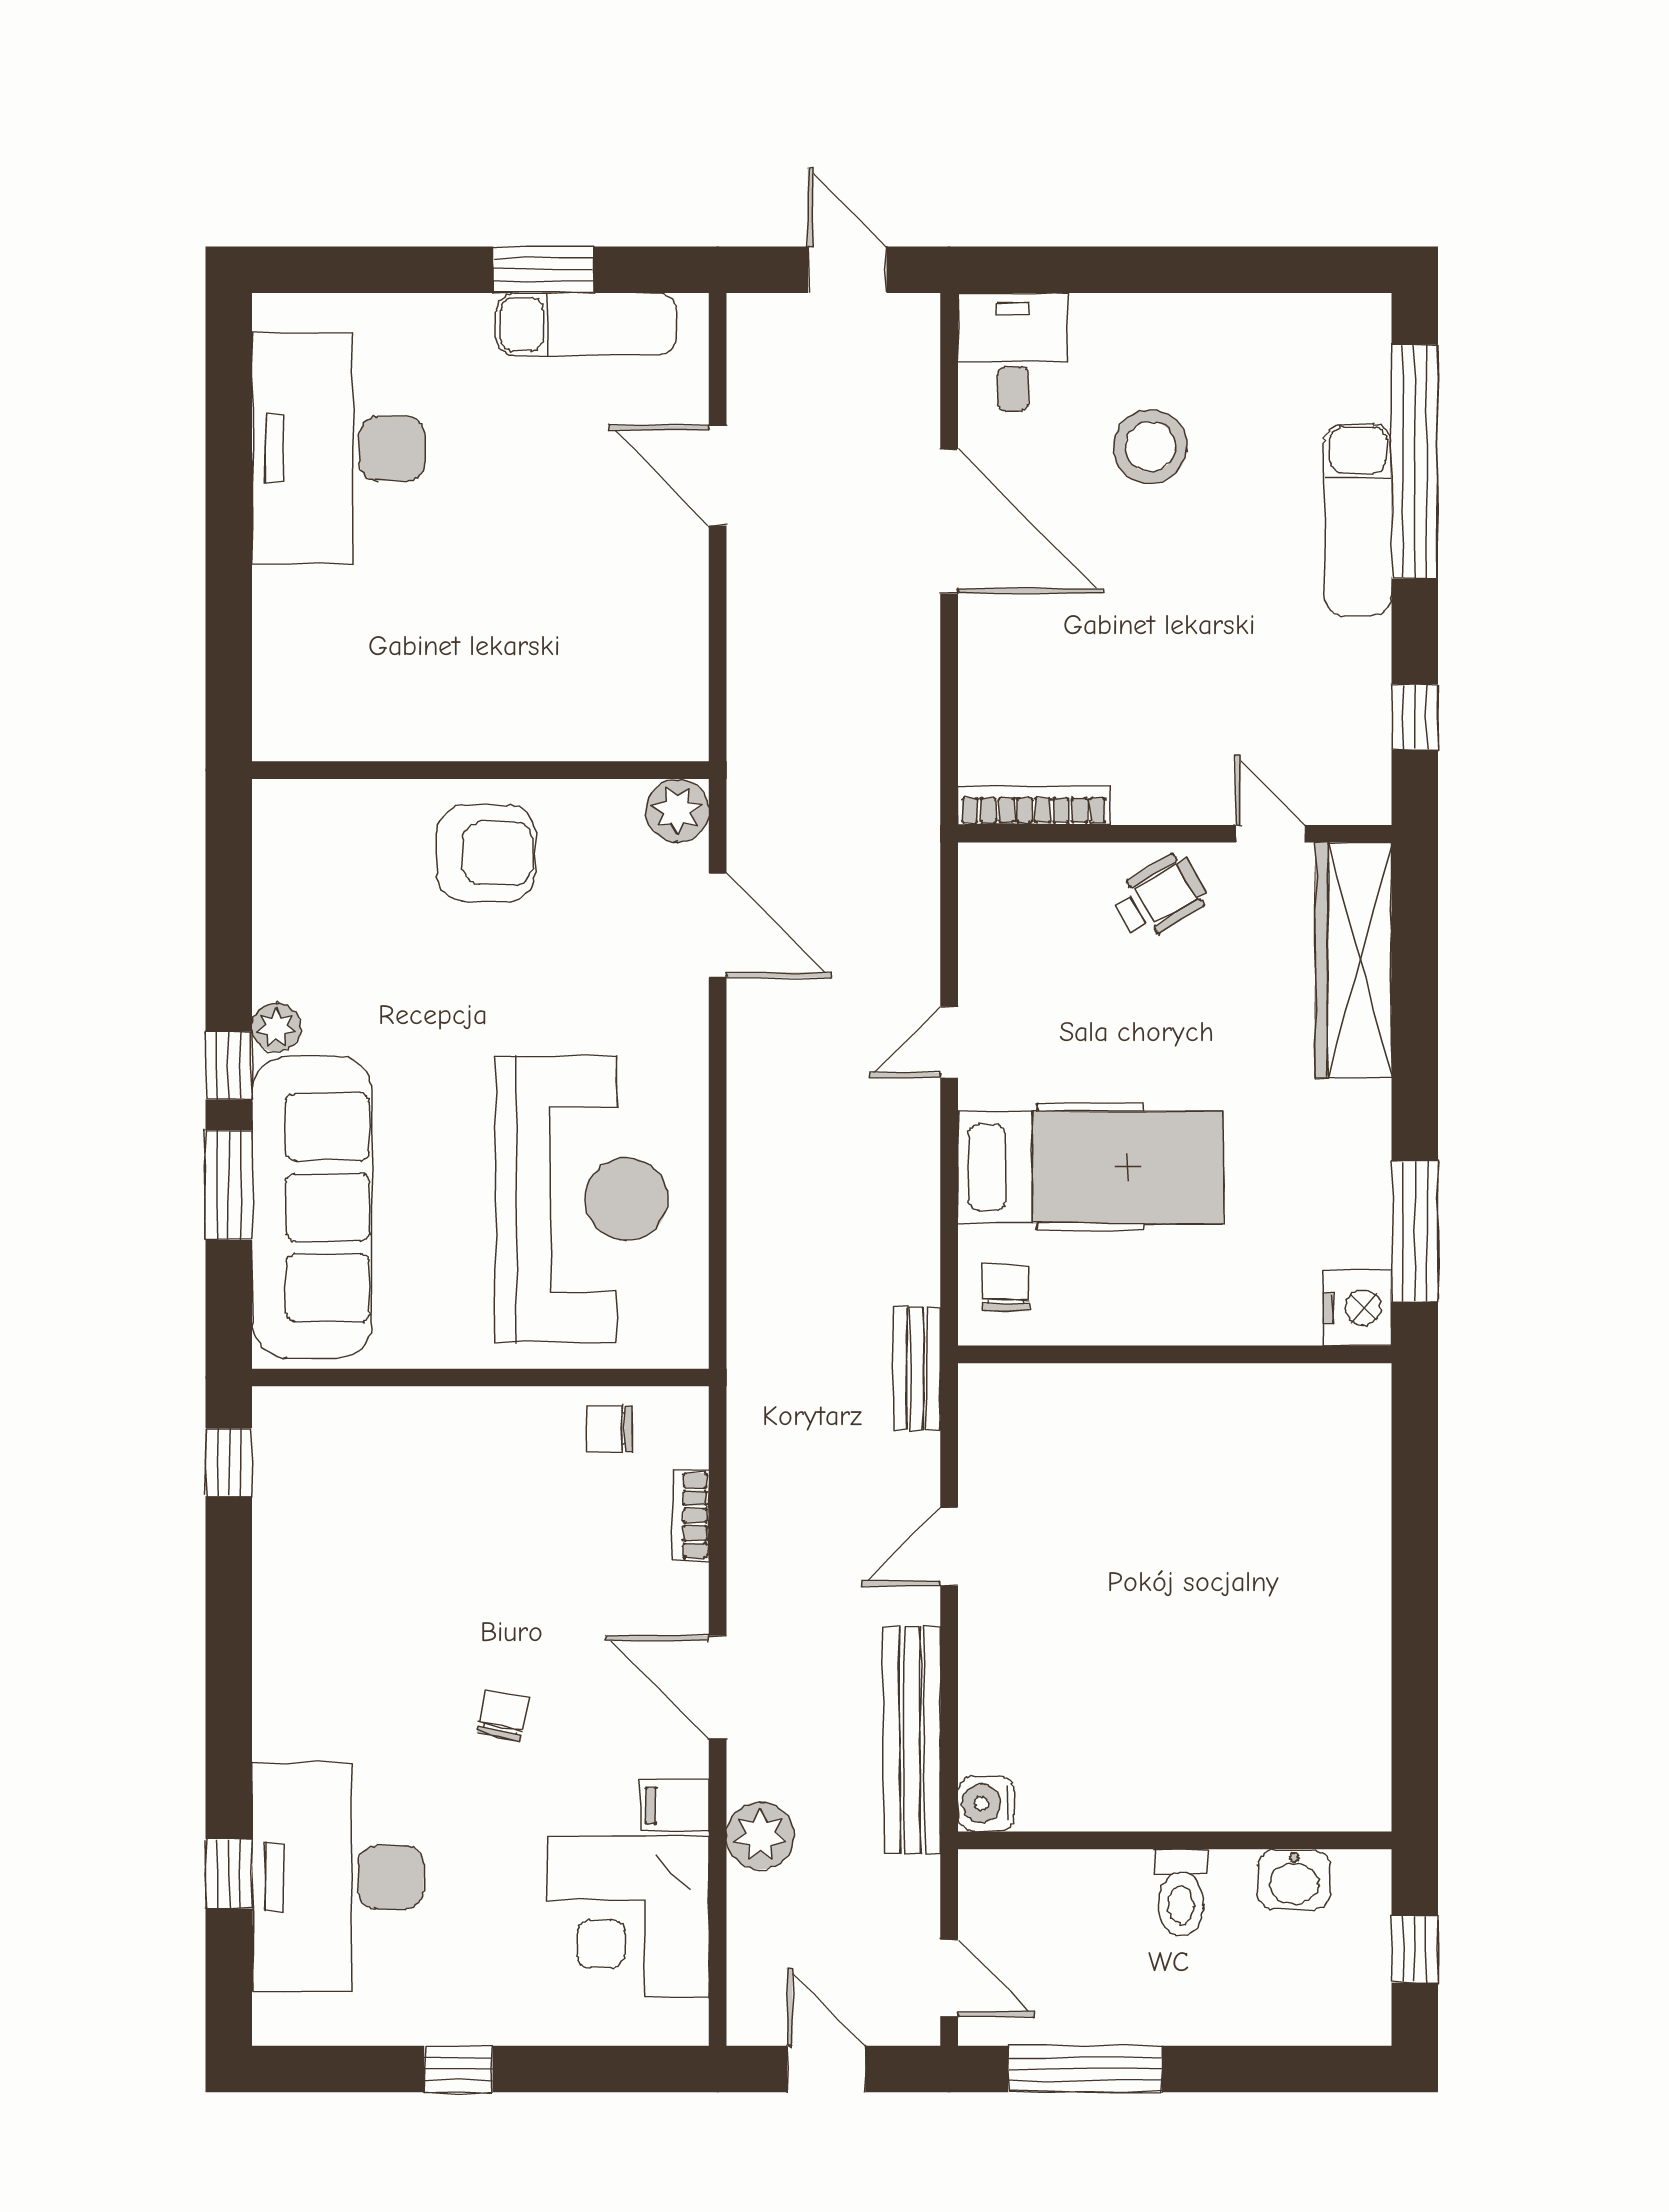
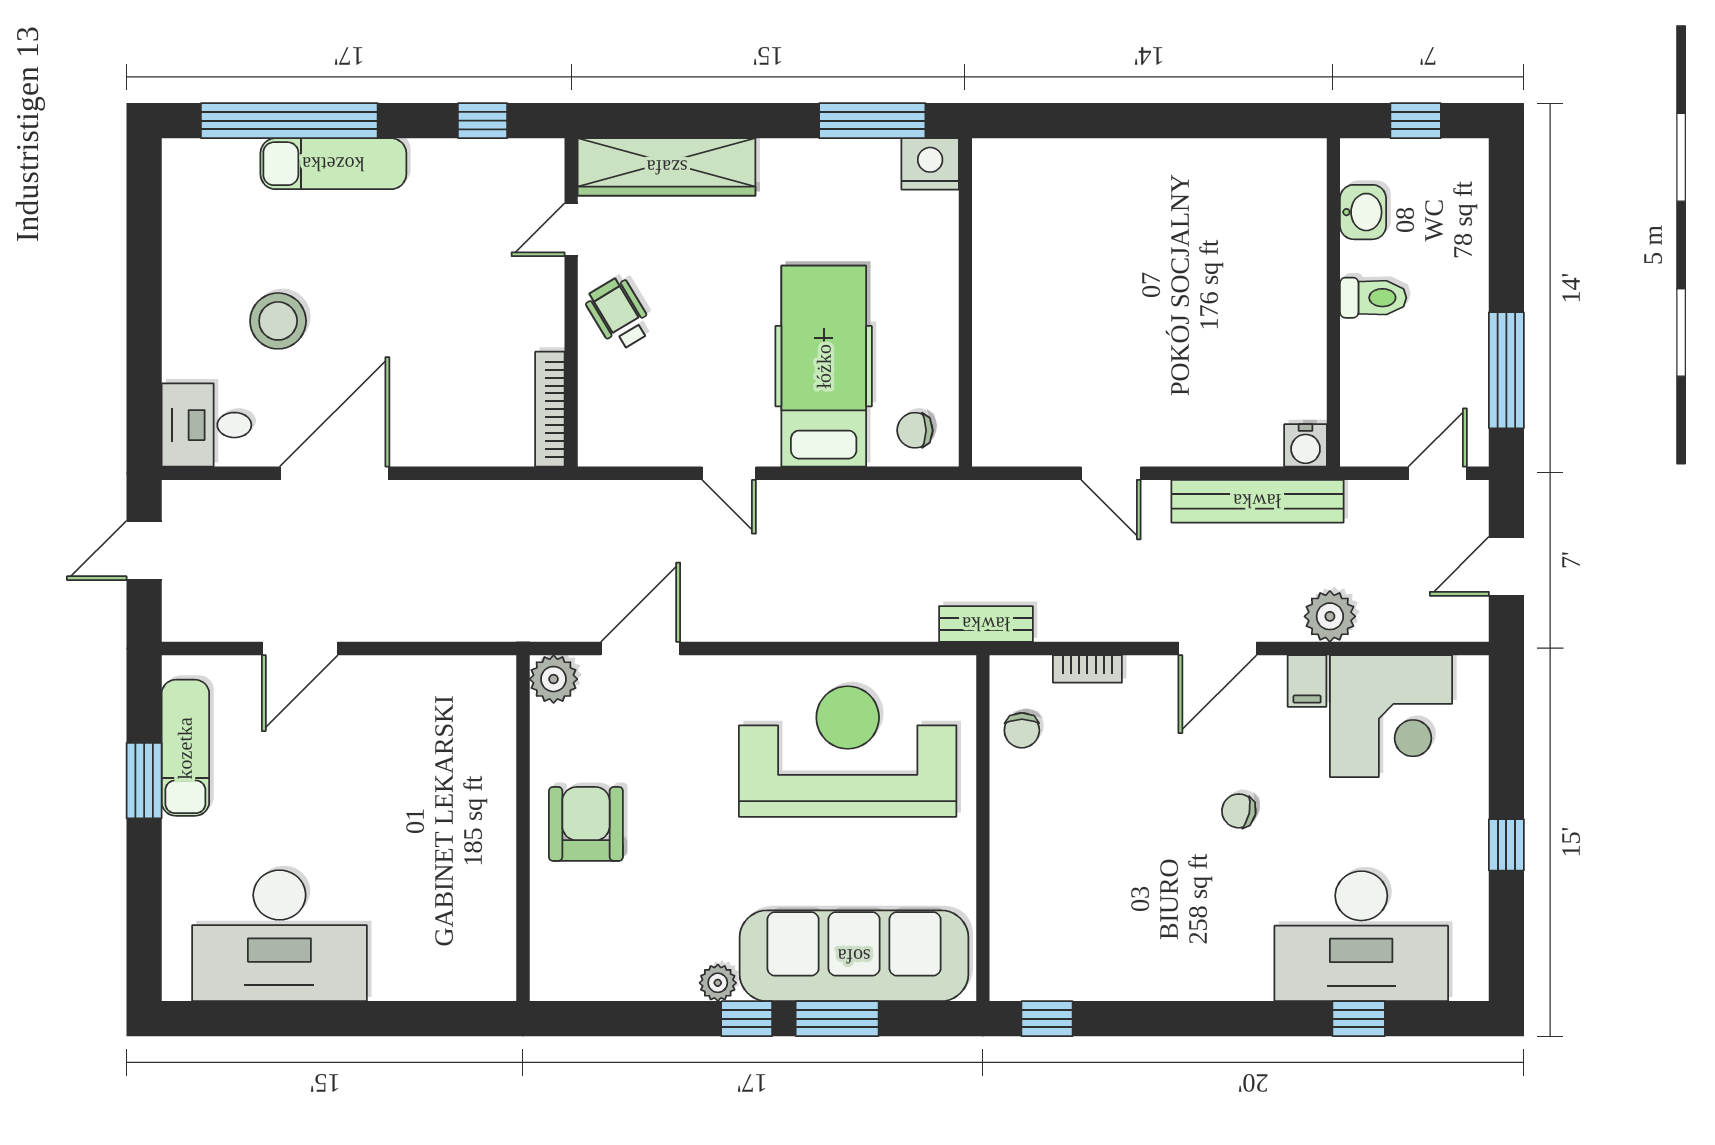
bench: (917, 1368) -> (986, 624), moved

